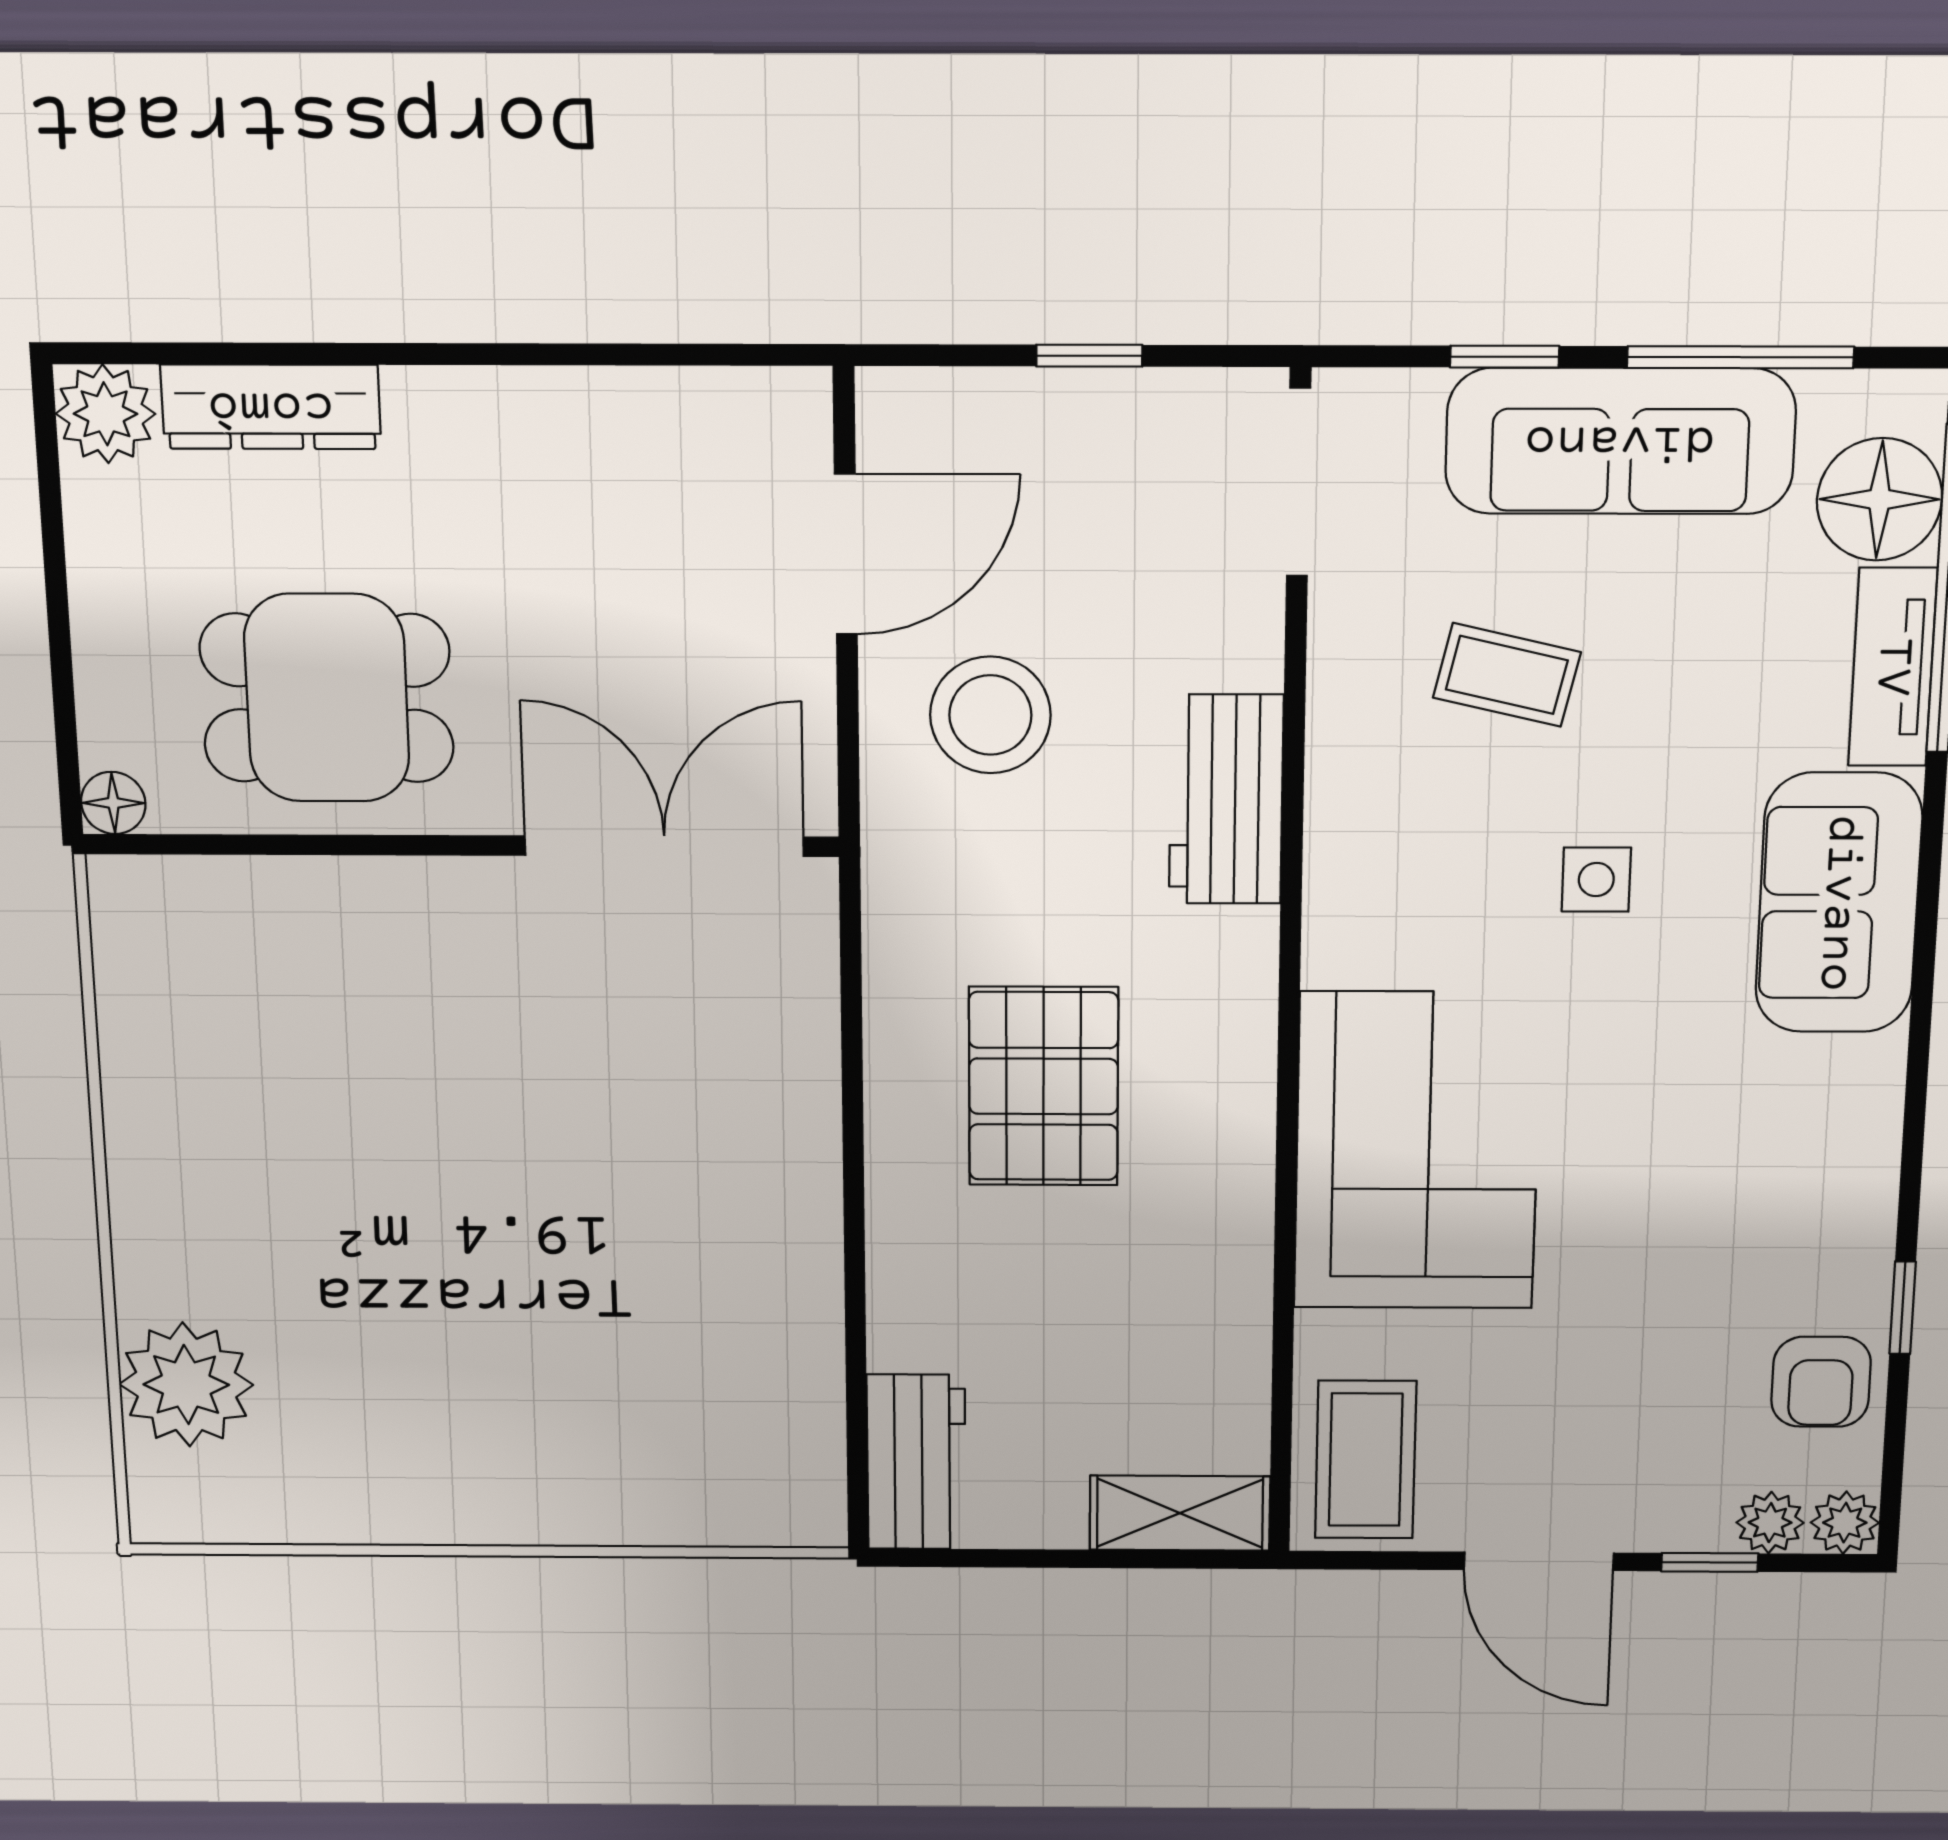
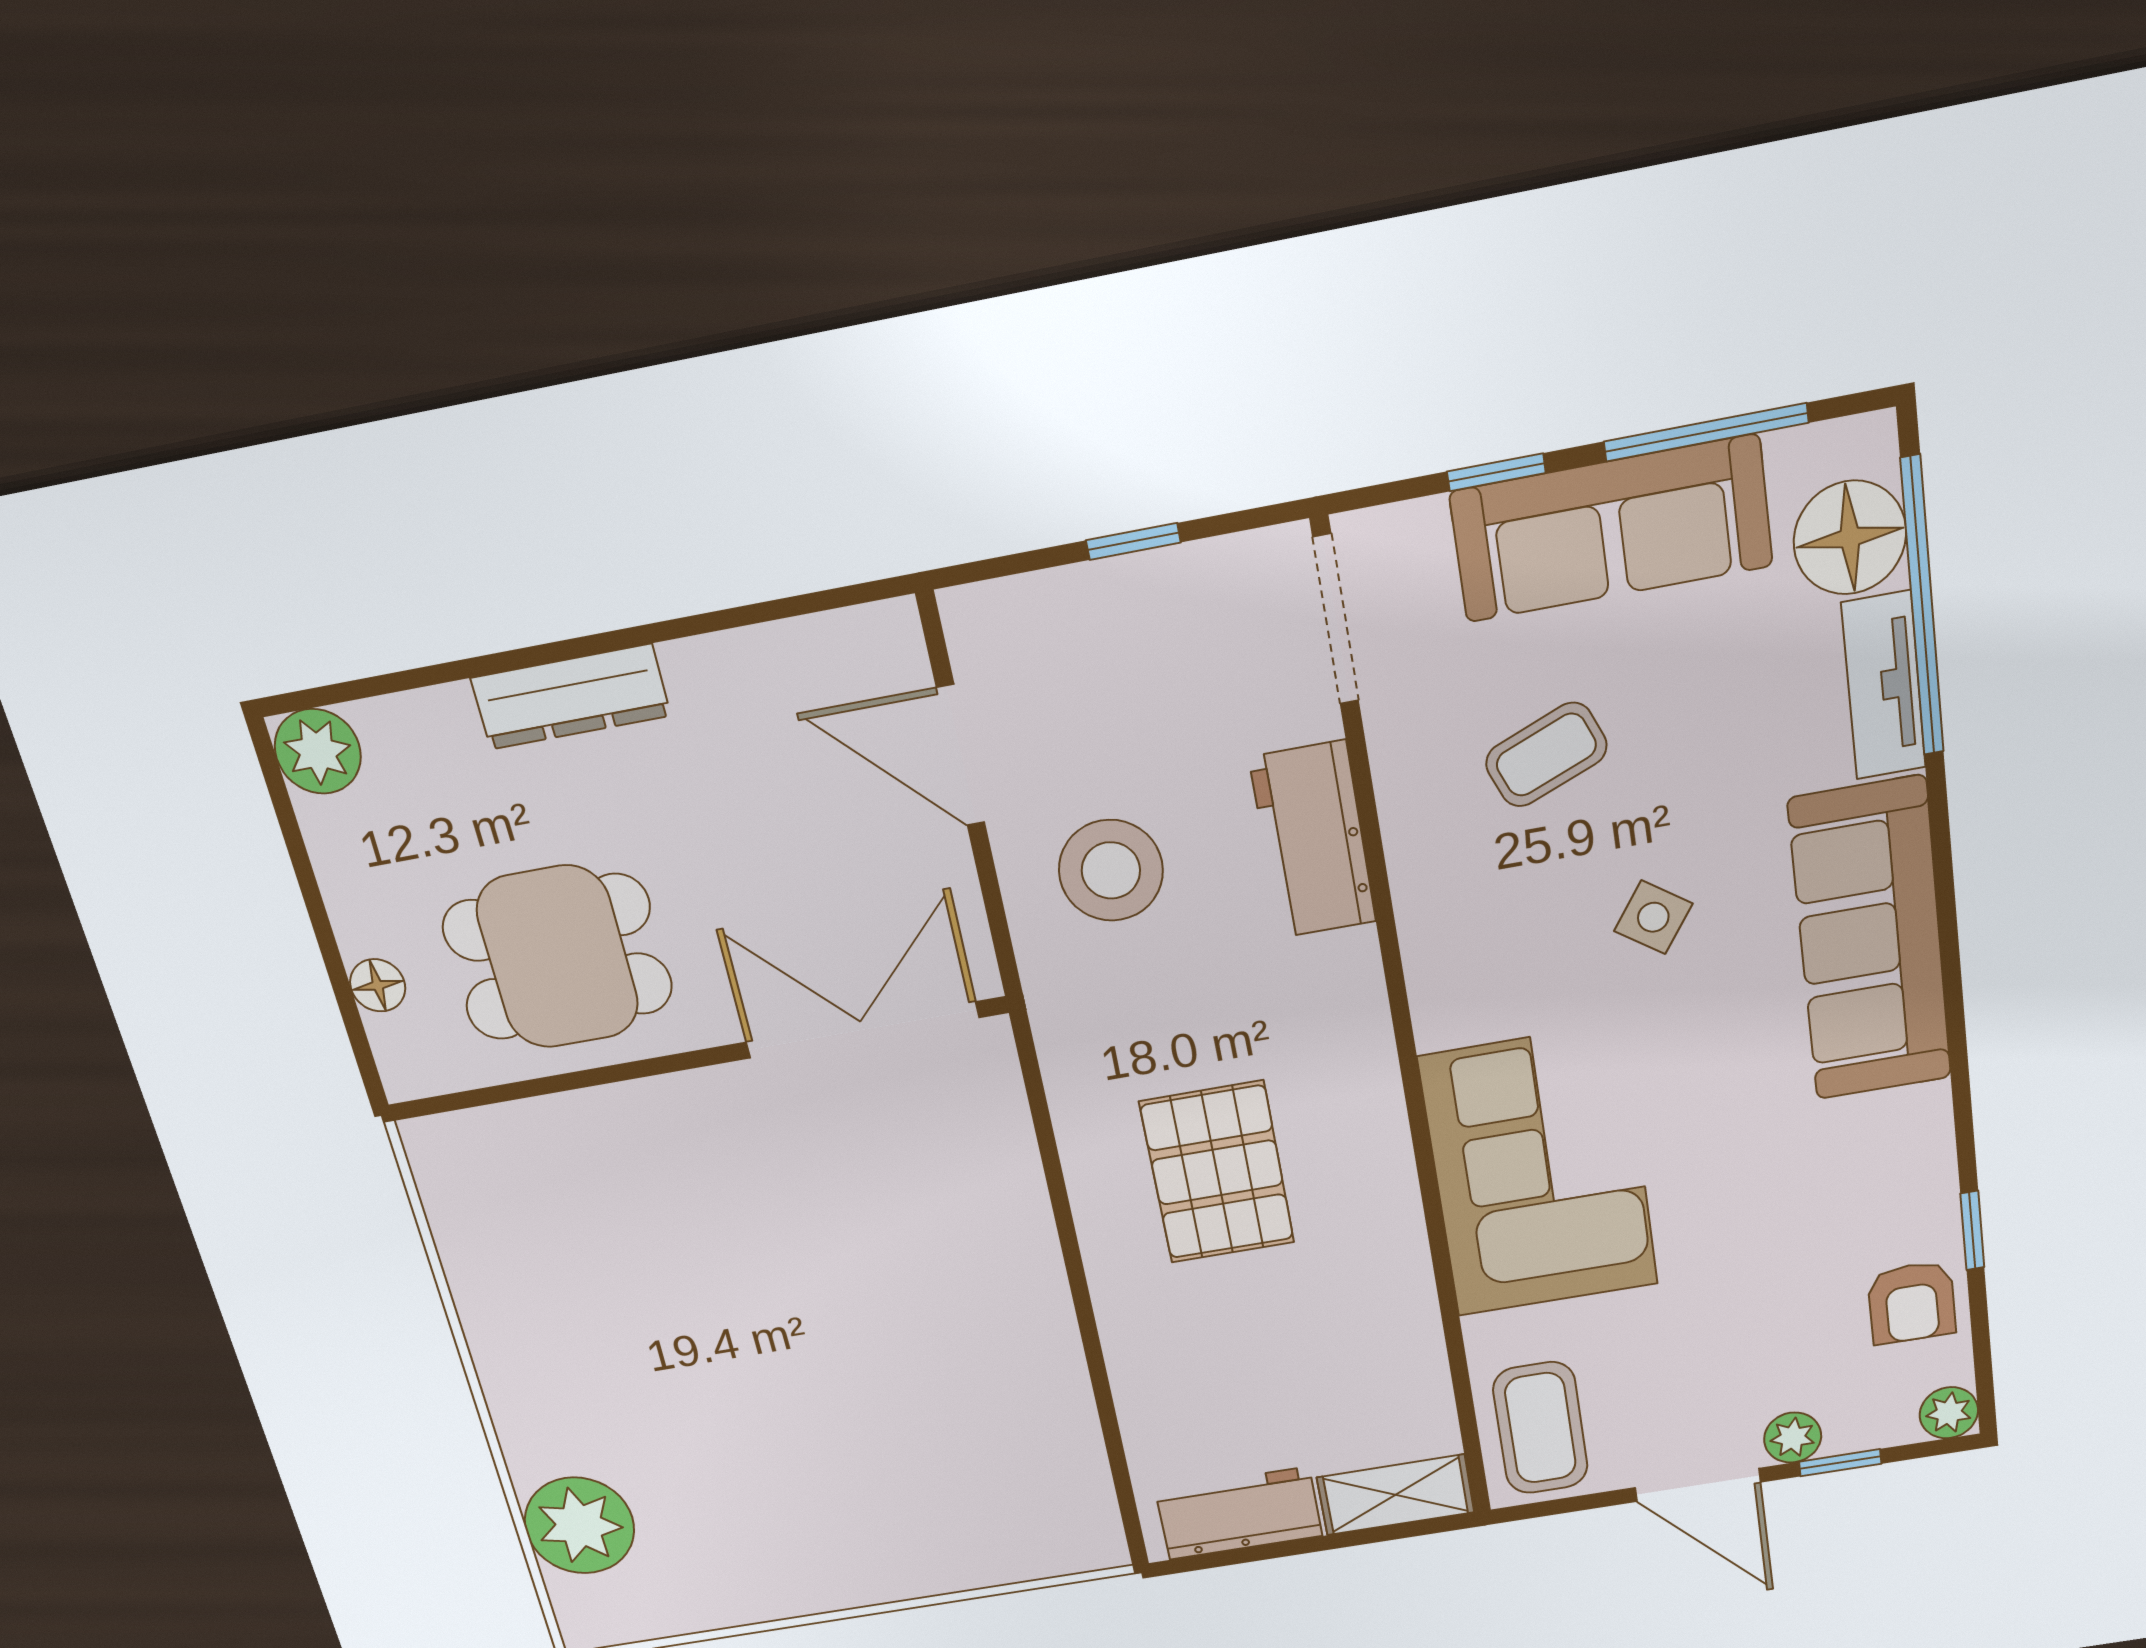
dresser: (271, 407) -> (571, 697), moved
door: (846, 554) -> (961, 755), swing flipped
coffee table: (1507, 675) -> (1546, 755), turned -35
workbench: (1226, 799) -> (1313, 840), moved
floor lamp: (113, 803) -> (378, 985), moved
side table: (1596, 880) -> (1653, 917), turned 35
sofa: (1839, 903) -> (1870, 940), width x1.36
workbench: (916, 1462) -> (1239, 1513), moved, turned -90
plant: (1770, 1523) -> (1793, 1438), moved

